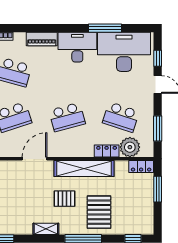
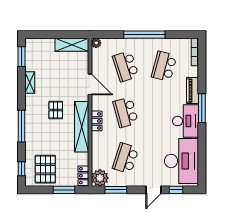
window: (105, 28) -> (202, 108), moved
plant: (130, 147) -> (100, 178), moved
locker: (107, 151) -> (97, 121), moved
pallet: (99, 212) -> (45, 169), moved, turned 90
shelving: (46, 229) -> (30, 83), moved

